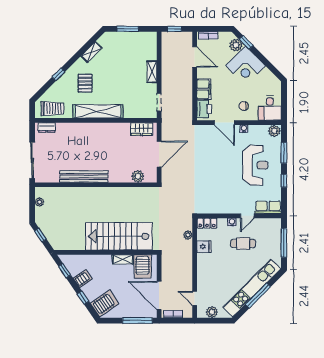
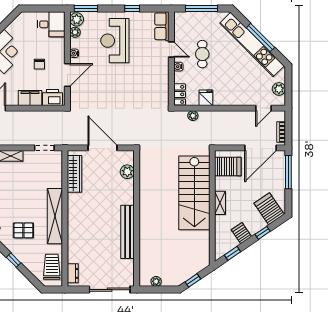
chair: (244, 106) -> (39, 64), moved
wardrobe: (141, 129) -> (75, 174), width x1.50
plant: (263, 129) -> (75, 32), added
window: (284, 153) -> (86, 9), moved
reception desk: (255, 165) -> (115, 41), turned -90
shelving: (123, 259) -> (220, 203), moved

